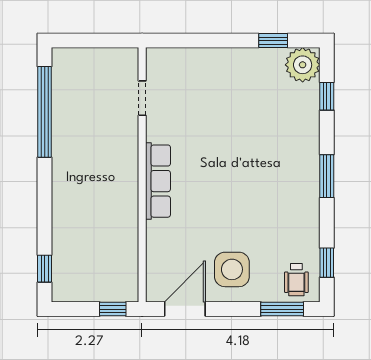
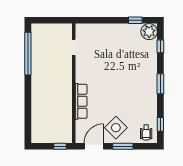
row of seats: (158, 181) -> (81, 101), moved
window: (45, 269) -> (28, 127), removed
side table: (232, 269) -> (116, 128), turned 45
window: (282, 309) -> (123, 146), moved

